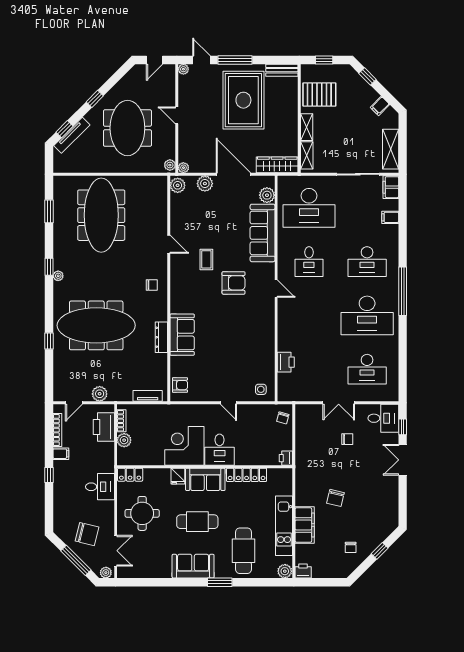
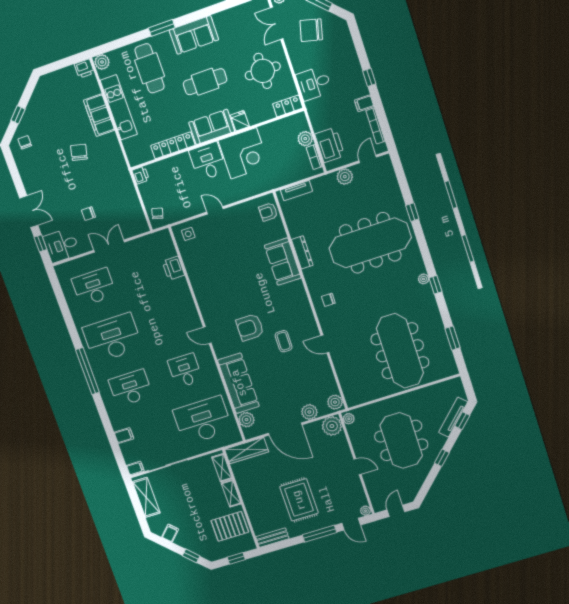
rug: (243, 100) -> (299, 500), width x0.73, depth x0.69
plant: (183, 168) -> (332, 426), width x1.88, depth x1.88
filing cabinet: (391, 187) -> (135, 468), width x0.50
chair: (351, 547) -> (25, 142), moved

